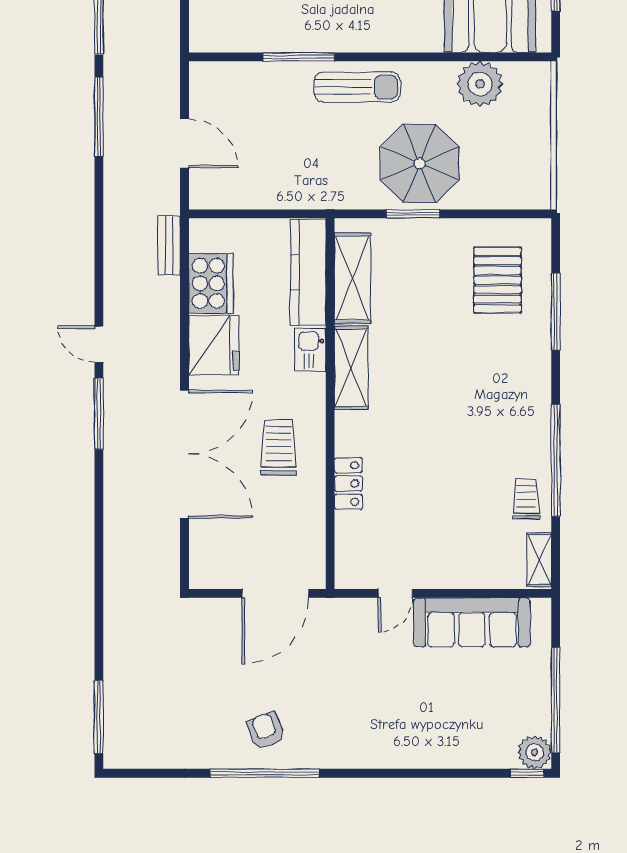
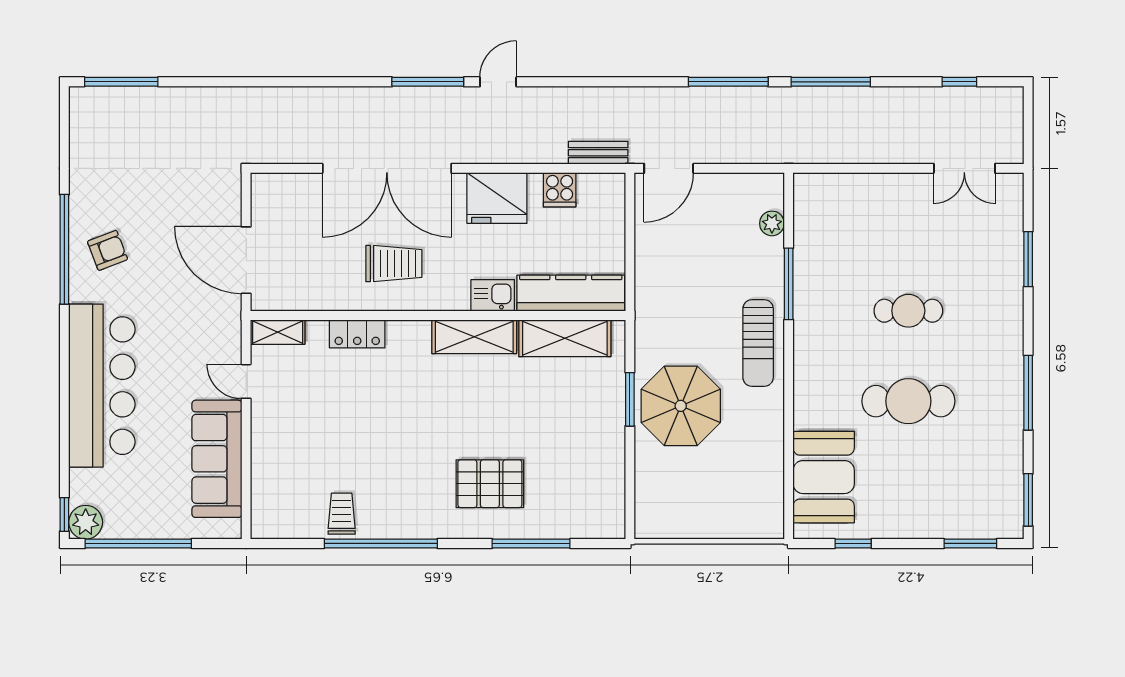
plant: (480, 84) -> (772, 223), moved, width x0.53, depth x0.53
door: (185, 143) -> (669, 168), moved
pallet: (497, 280) -> (490, 484), moved
cooker: (211, 283) -> (560, 190), width x0.53, depth x0.76
trolley: (526, 499) -> (342, 514), turned -90
shelving: (539, 560) -> (278, 332), moved
bar counter: (399, 736) -> (102, 386), added

